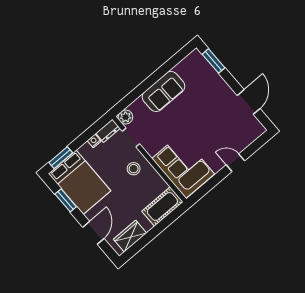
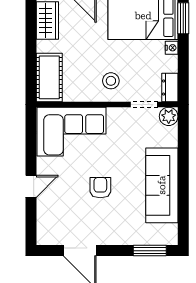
sofa: (163, 91) -> (162, 185), width x1.36
armchair: (201, 121) -> (100, 188), added
nightstand: (94, 141) -> (172, 48), moved

